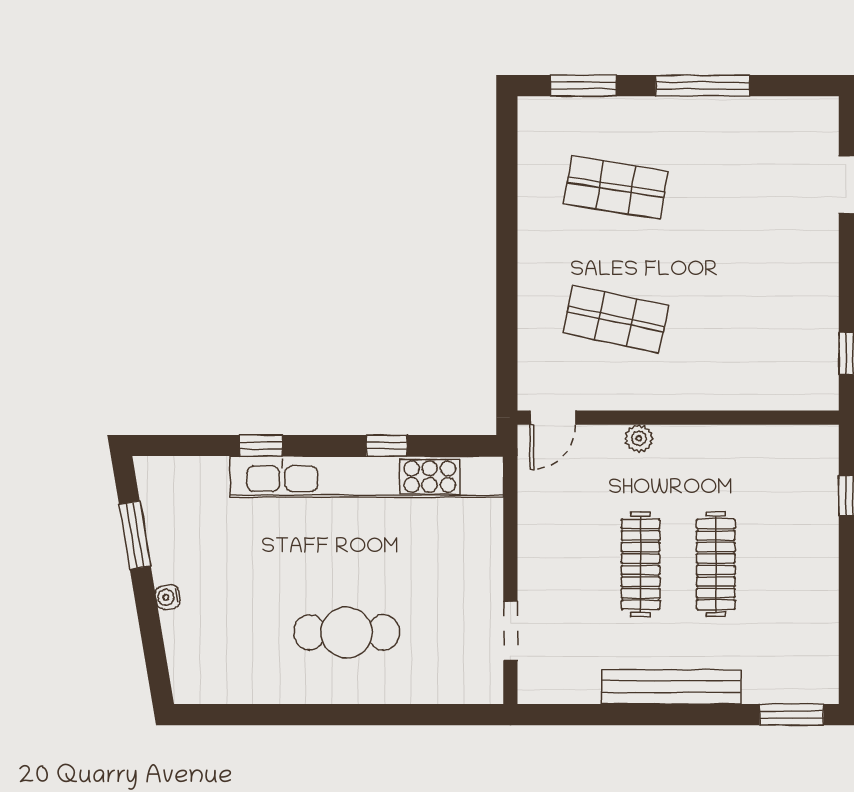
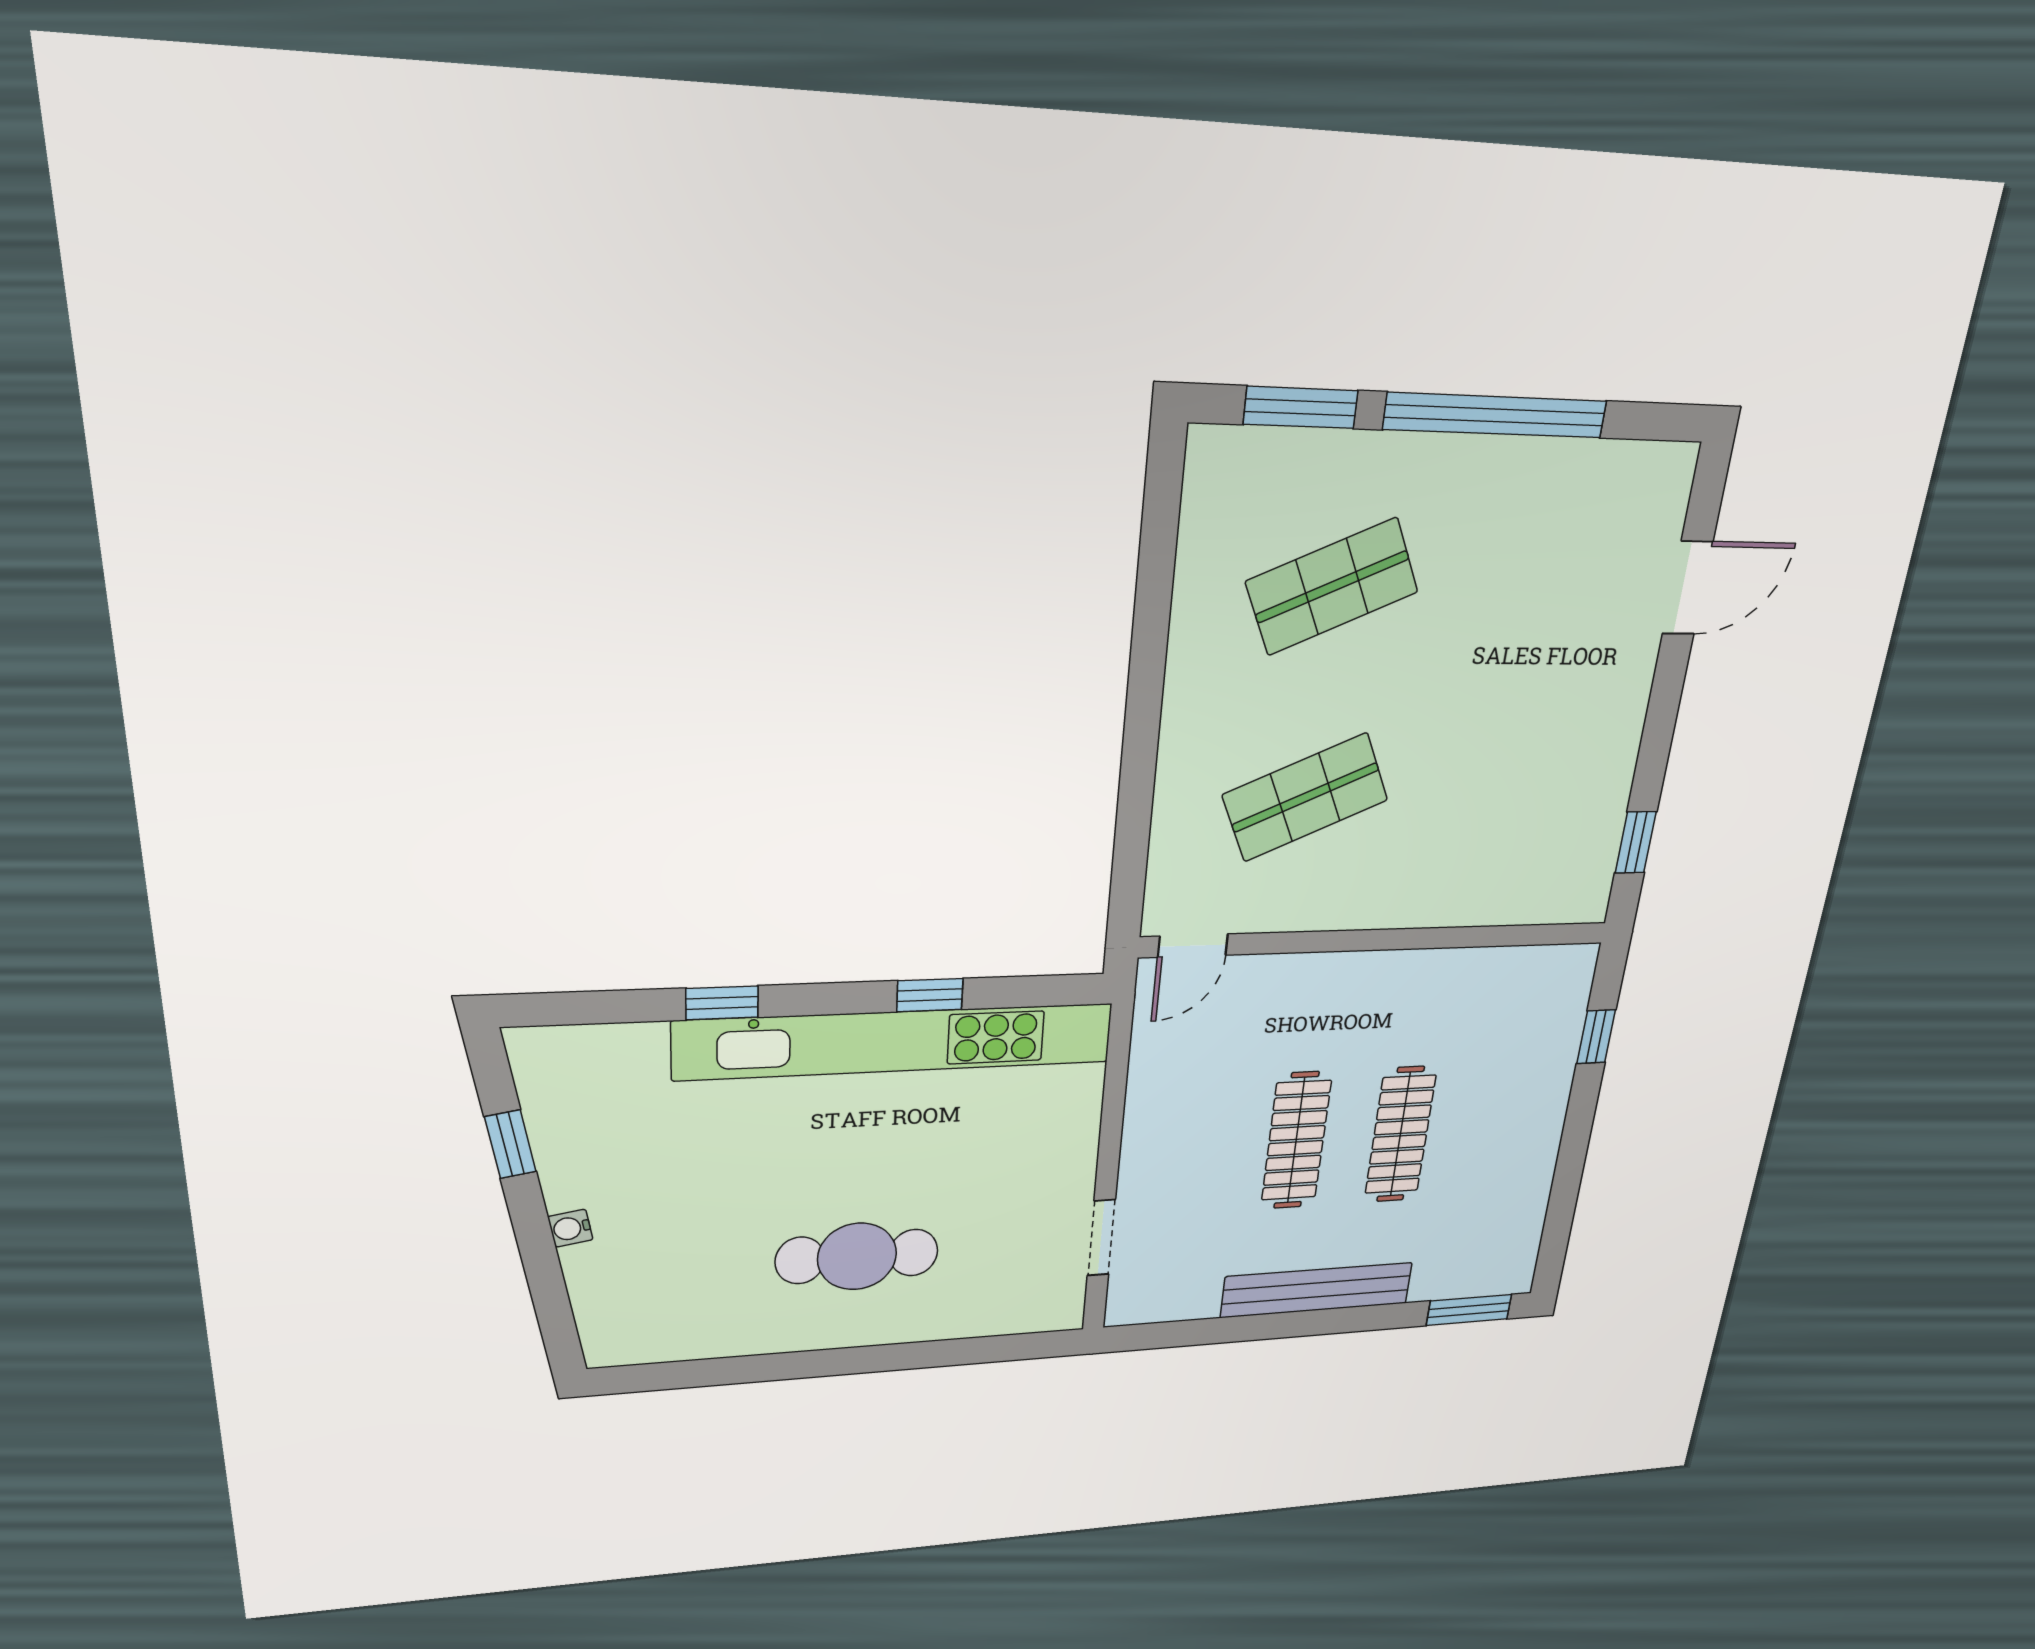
window: (703, 86) -> (1496, 415), width x1.46
shop shelf: (616, 187) -> (1332, 587), turned -33
shop shelf: (616, 319) -> (1305, 797), turned -36
plant: (639, 438) -> (1317, 971), removed
window: (135, 535) -> (510, 1144), width x0.67

